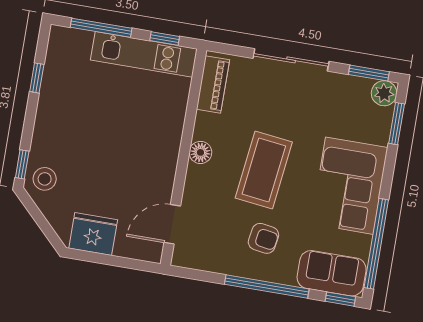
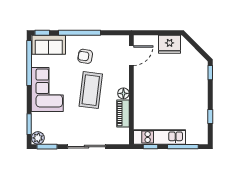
piano: (213, 84) -> (123, 114), moved
stool: (45, 179) -> (198, 67), removed

